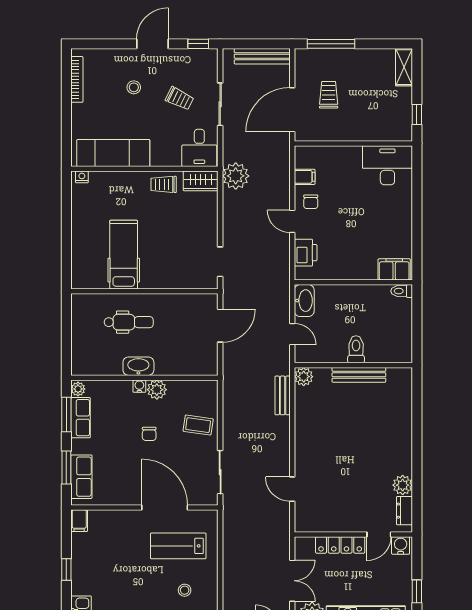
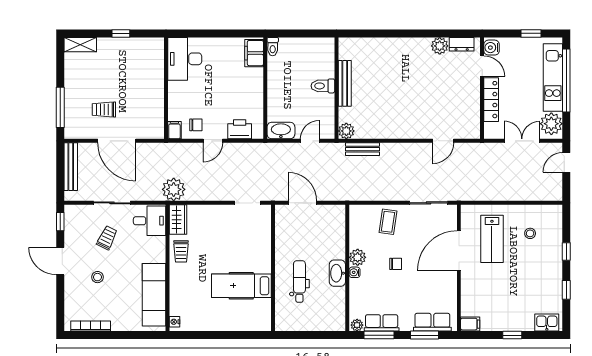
wall: (353, 144) -> (166, 88), moved
desk: (387, 165) -> (185, 59), moved

